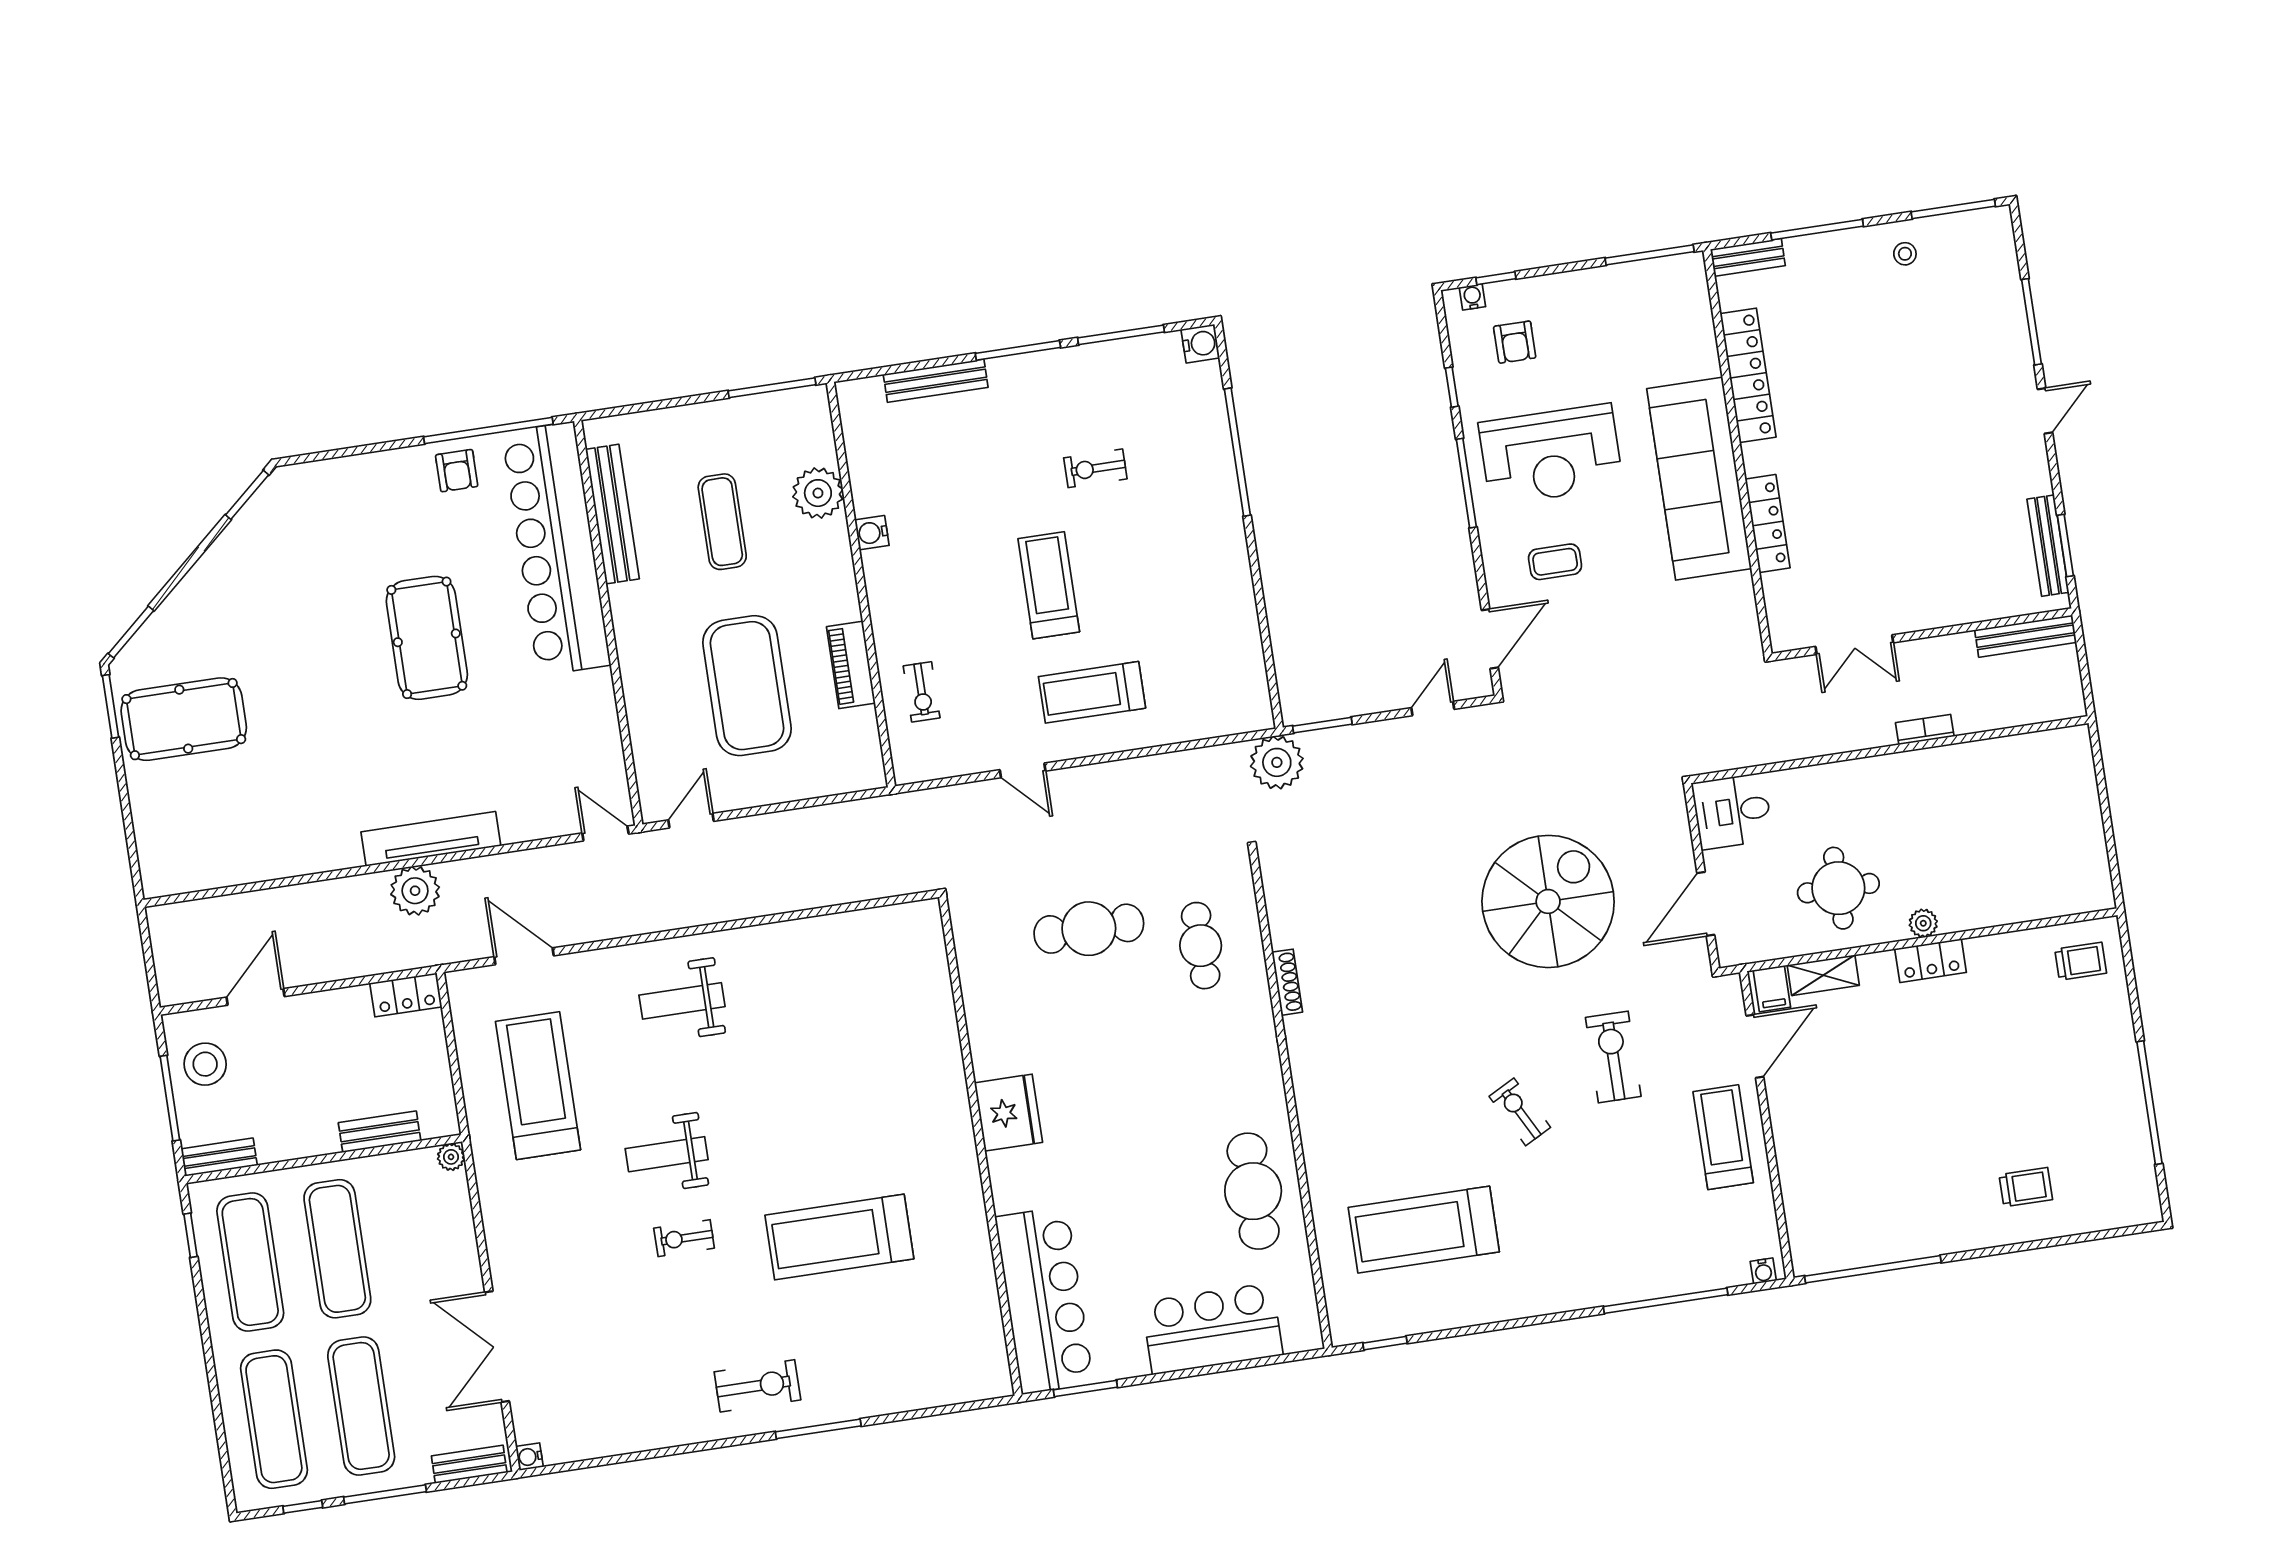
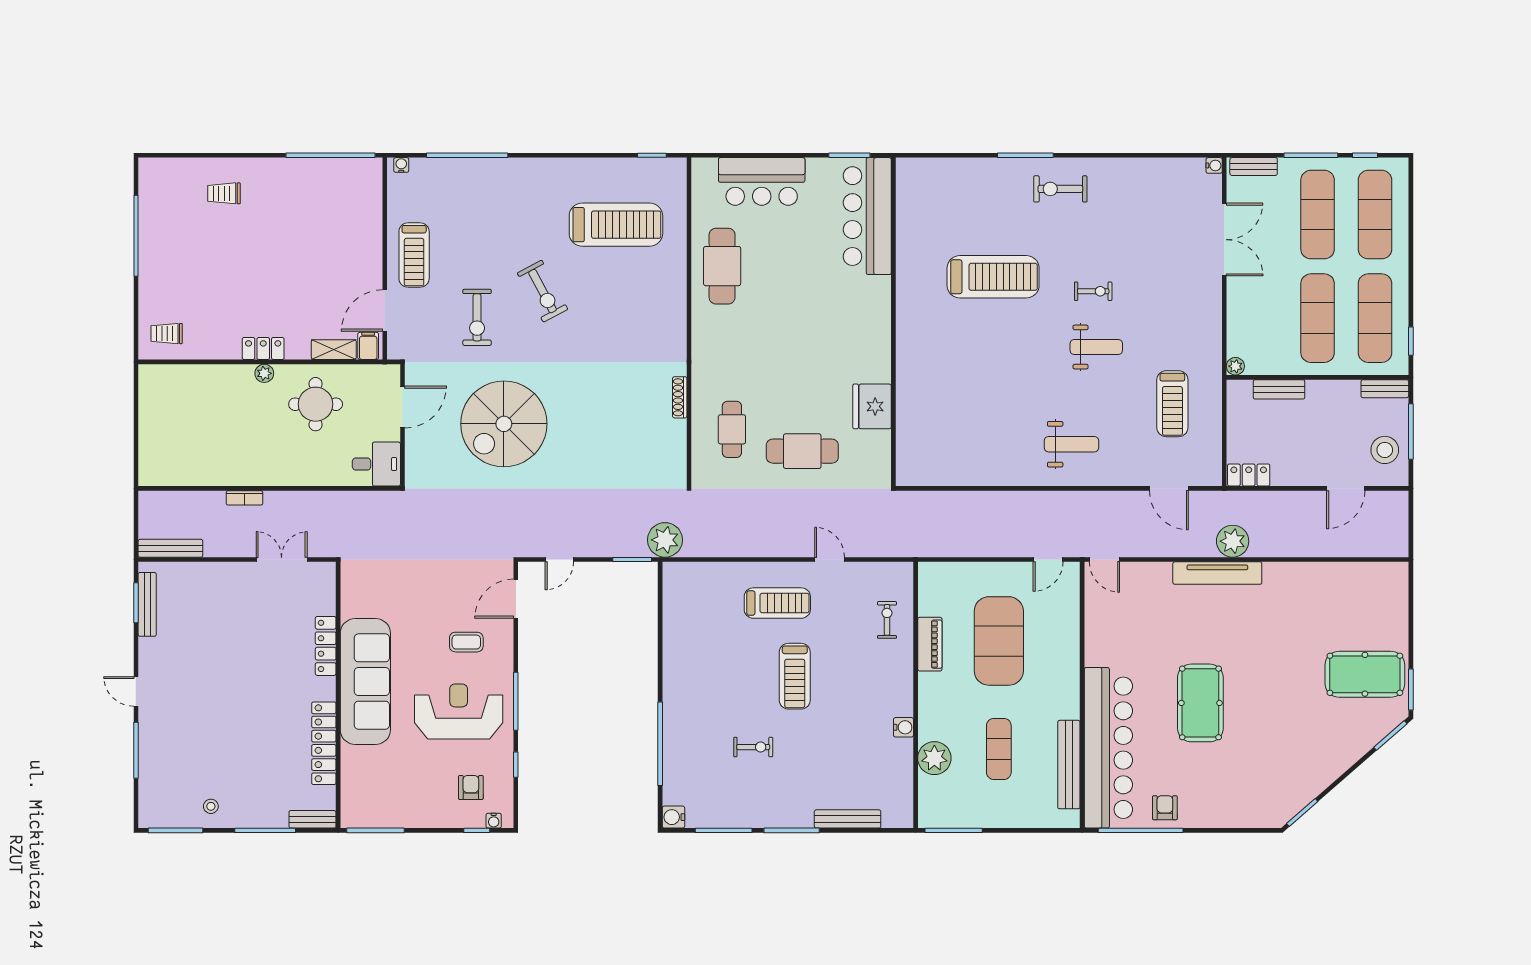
door: (2045, 411) -> (136, 691), hinge flipped
treadmill: (538, 1086) -> (1172, 404), width x0.73, depth x0.73
exercise bike: (1520, 1112) -> (543, 291), width x1.38, depth x1.39
fridge: (1008, 1113) -> (872, 406), moved

